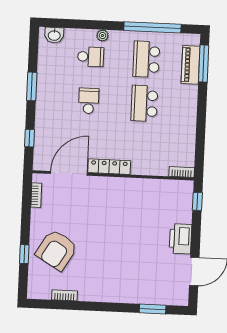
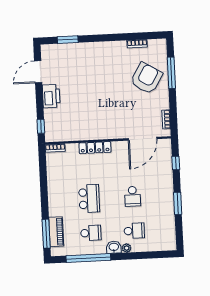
washbasin: (54, 35) -> (114, 247), moved
school desk: (91, 57) -> (134, 231), turned 180
school desk: (146, 59) -> (91, 233), width x0.54
locker: (109, 167) -> (95, 148), moved
window: (24, 254) -> (171, 73), width x2.17

